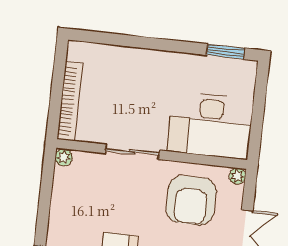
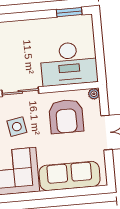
side table: (117, 201) -> (17, 127), added

